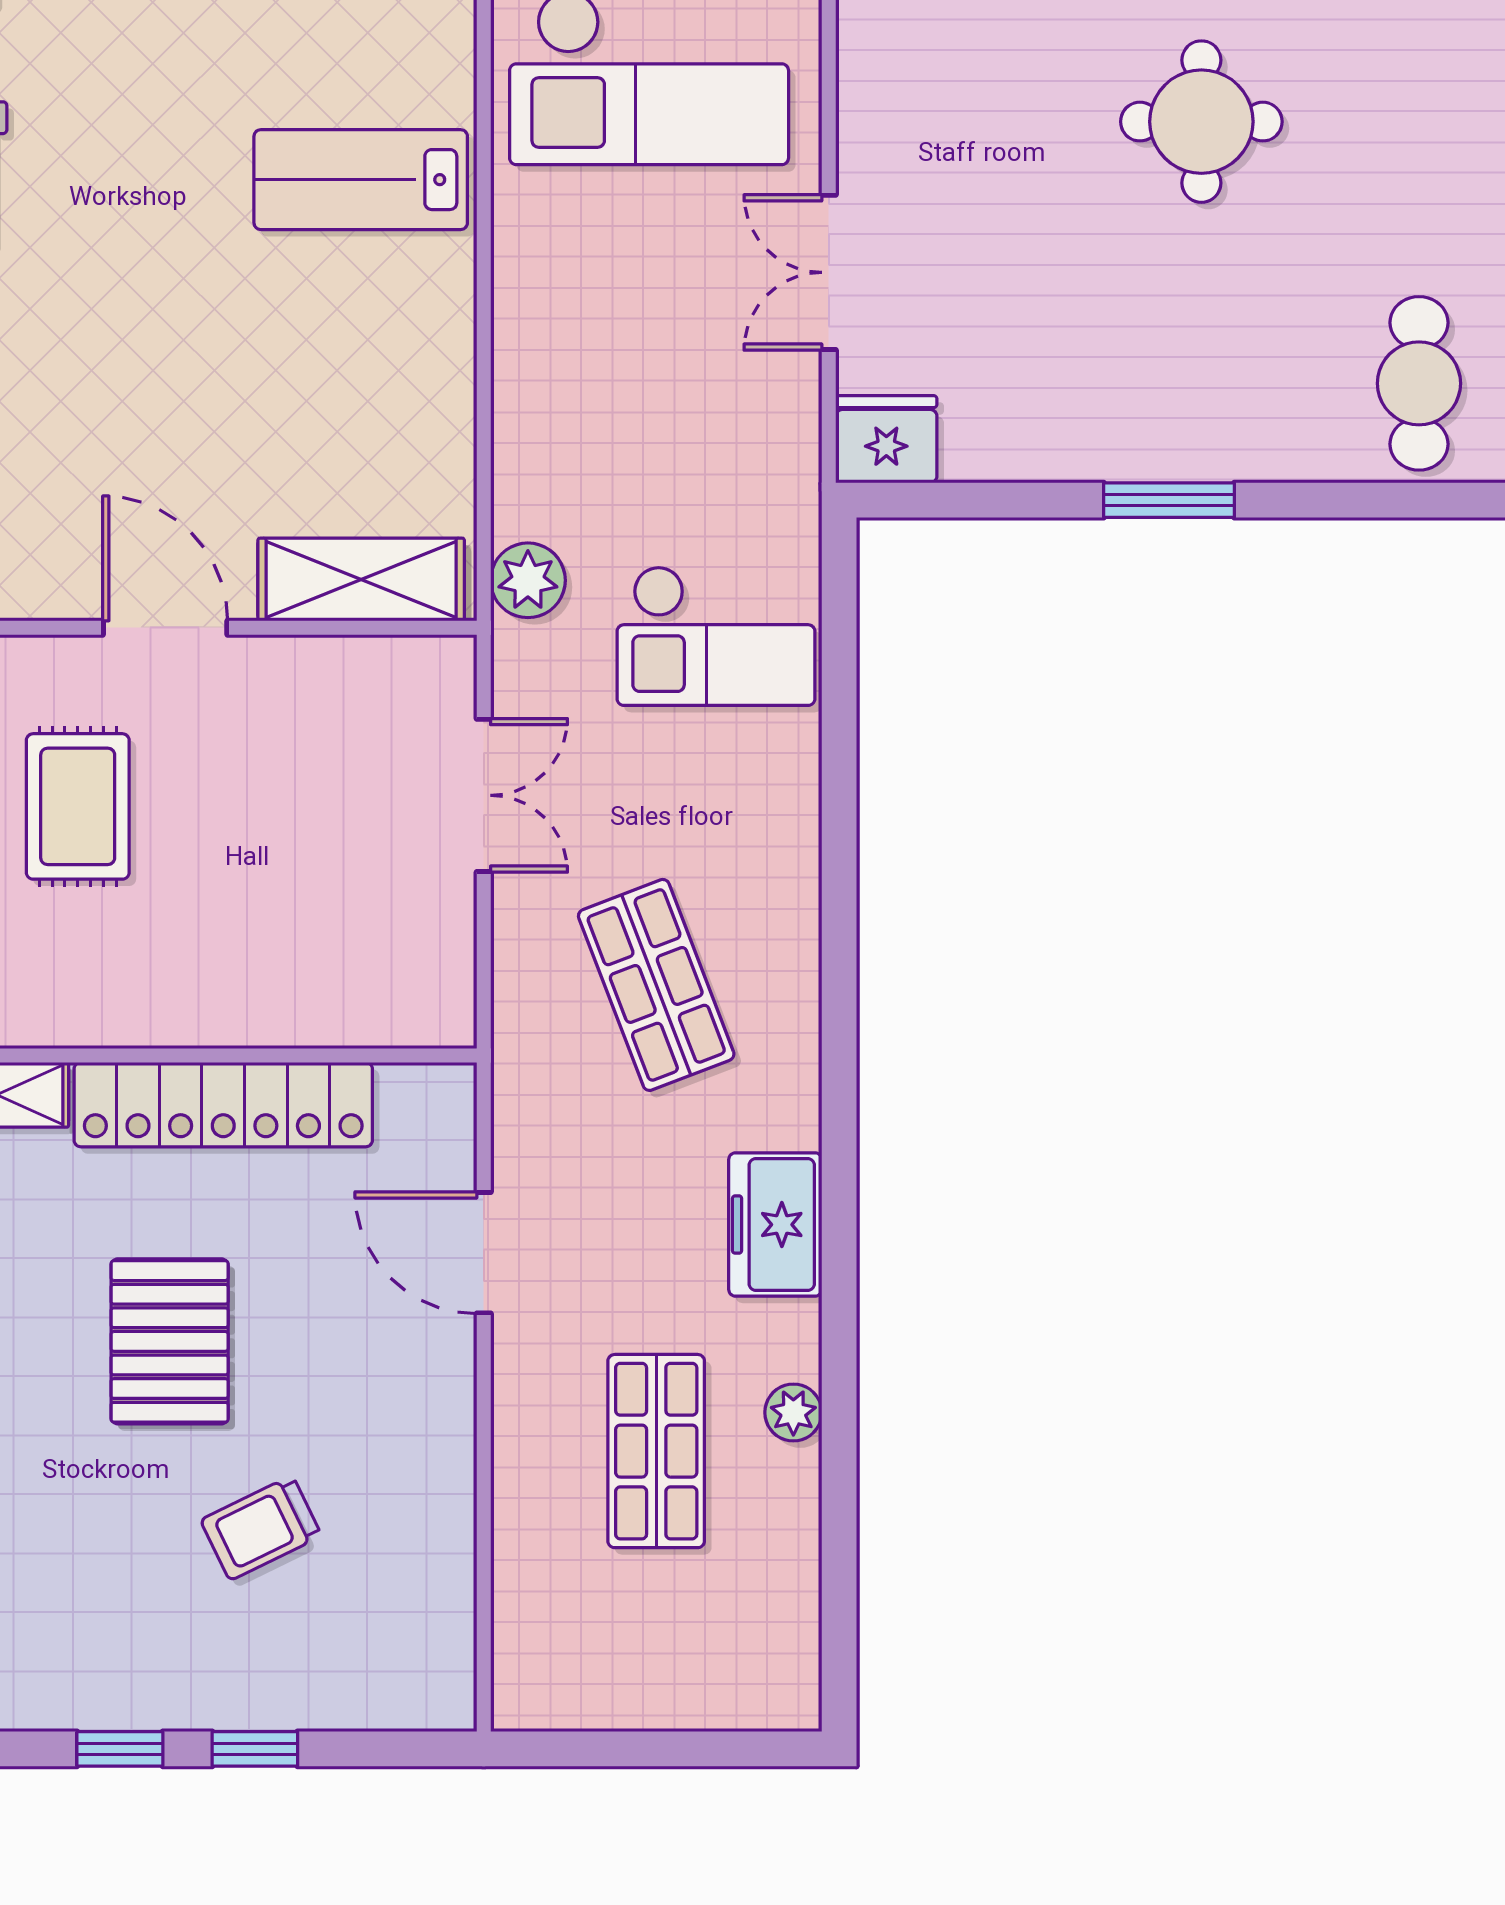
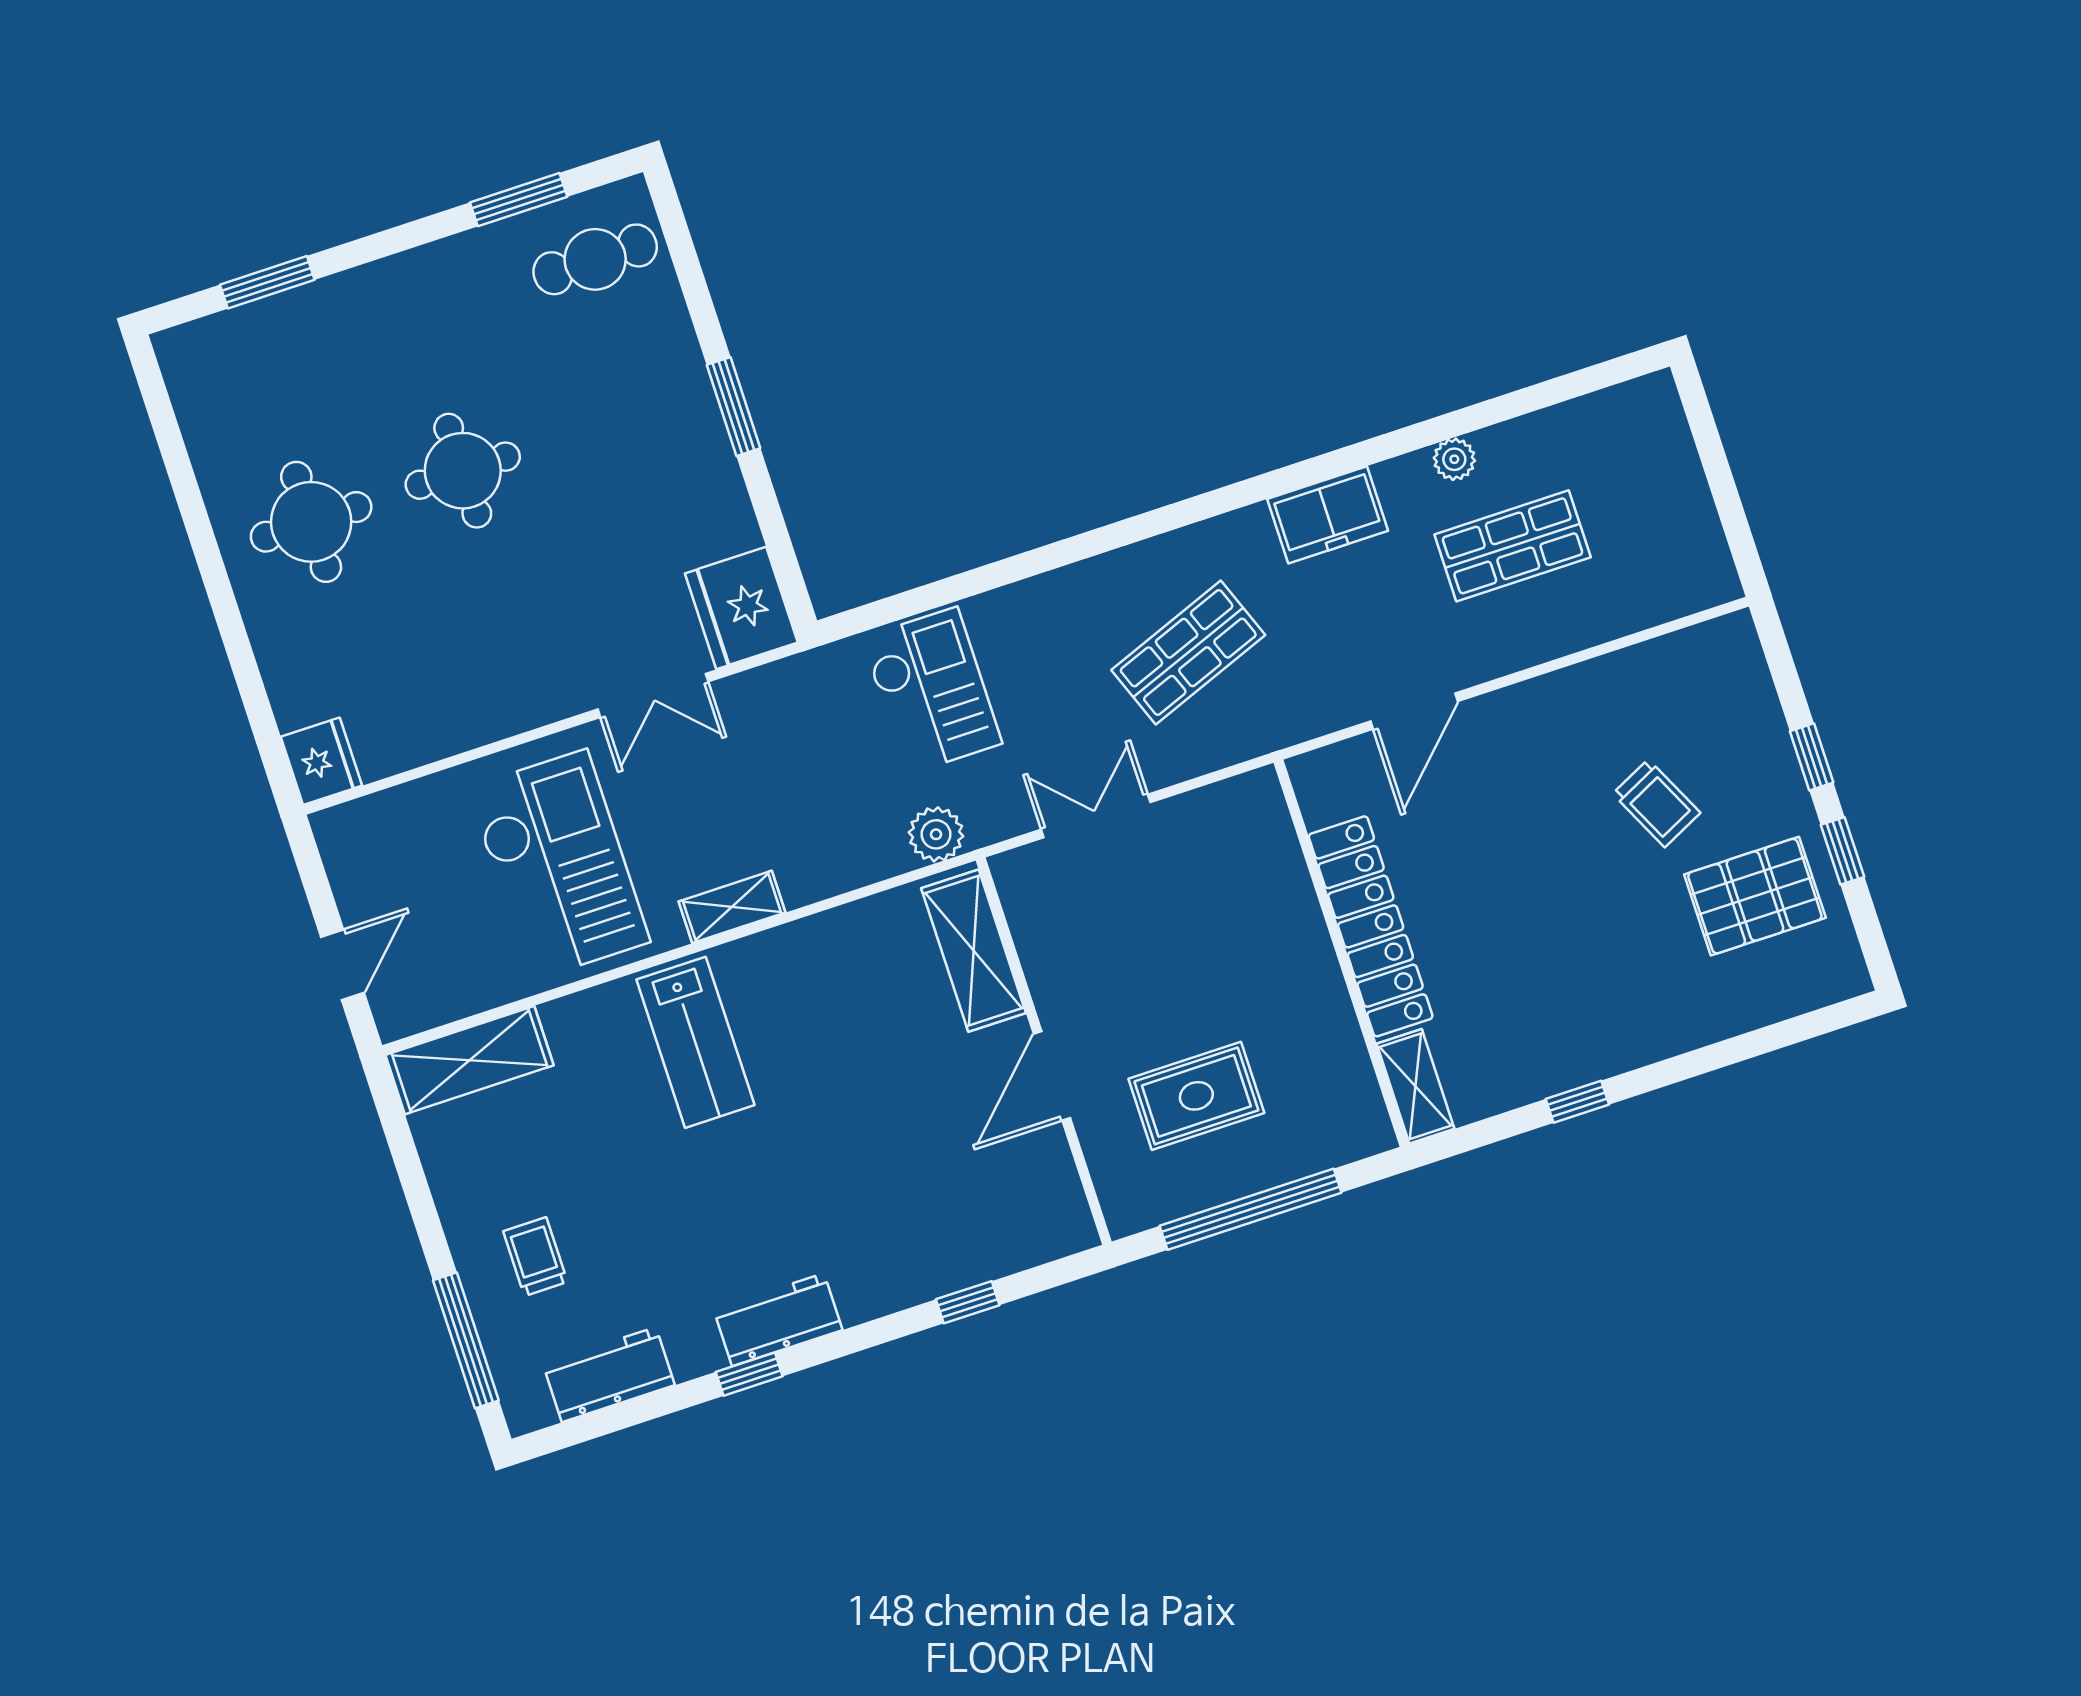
shelving: (521, 285) -> (732, 907), added
fridge: (886, 439) -> (741, 608), width x1.36, depth x1.34
pallet: (170, 1341) -> (1755, 896), moved

